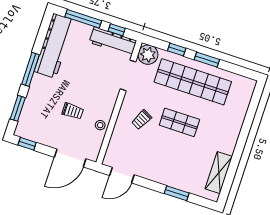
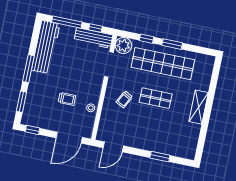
shelving: (219, 173) -> (199, 107), moved

